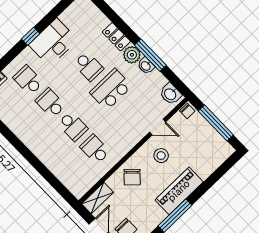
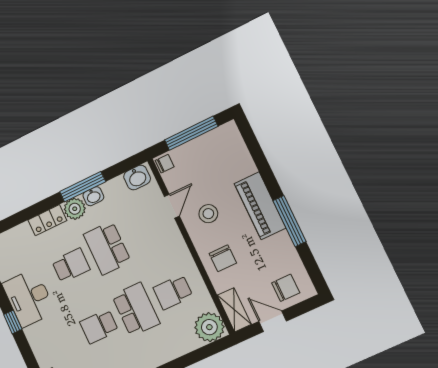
school desk: (28, 80) -> (63, 343), removed
school desk: (73, 126) -> (136, 309), width x1.85
chair: (132, 177) -> (223, 258), turned 47
plant: (79, 184) -> (209, 327), added

